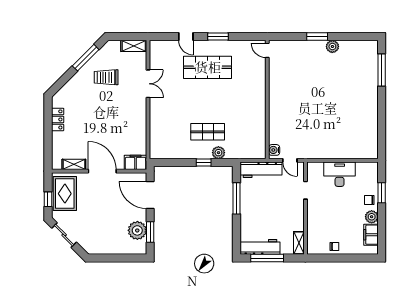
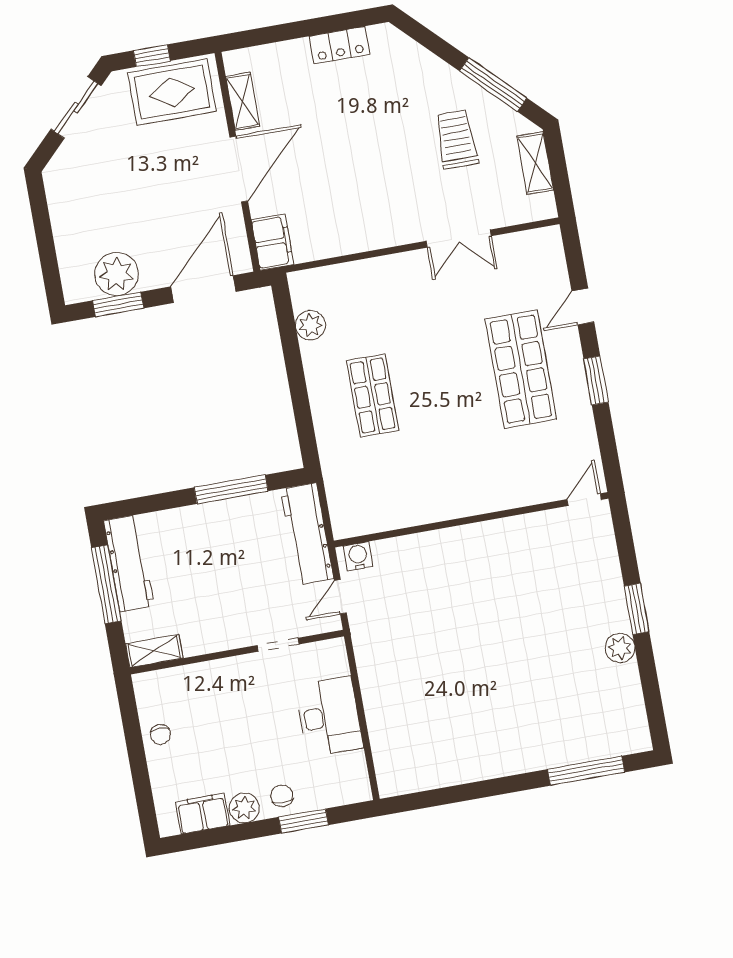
shelving: (134, 46) -> (535, 163), moved
plant: (218, 153) -> (310, 325), moved
window: (204, 163) -> (300, 399), removed

